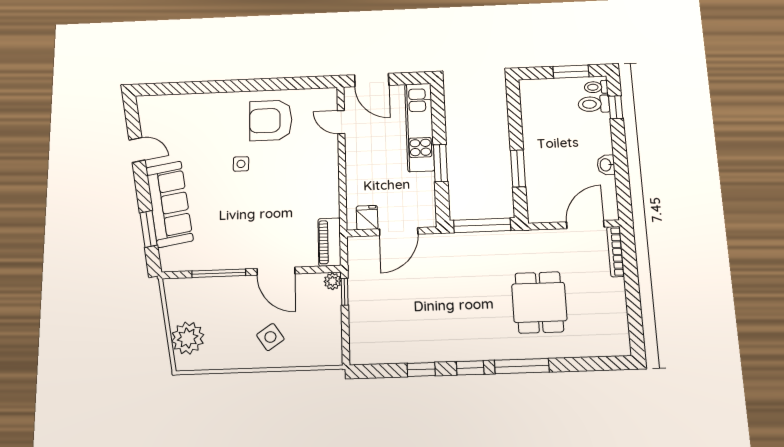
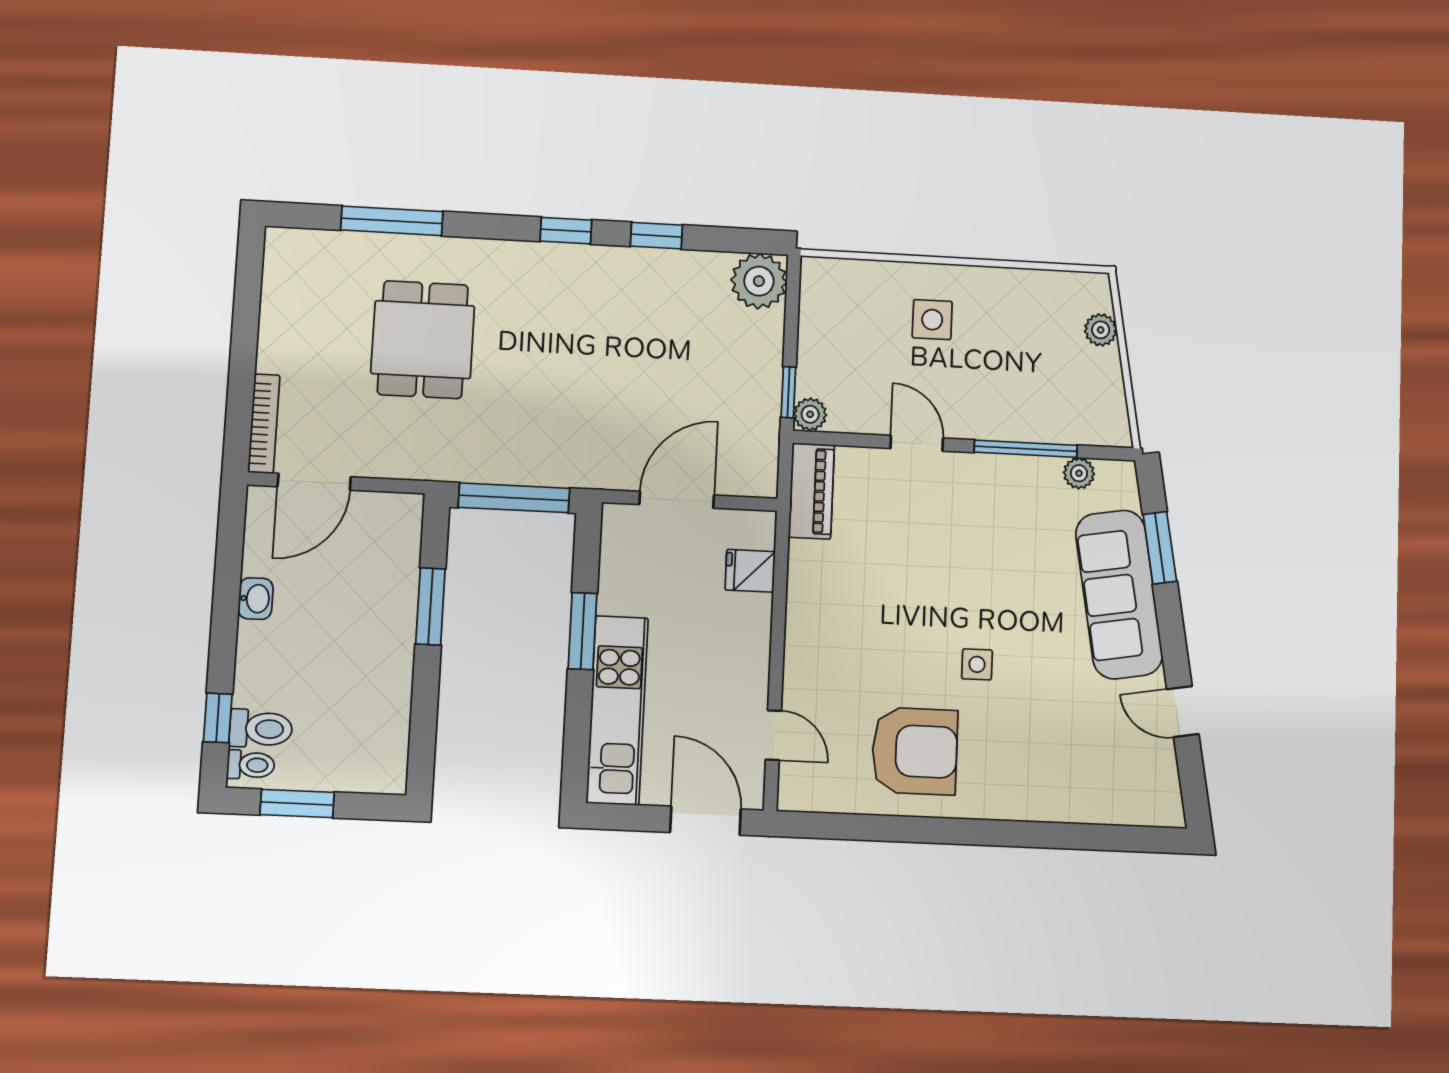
fridge: (367, 218) -> (750, 571), moved, turned 90
plant: (191, 263) -> (1079, 473), added
door: (276, 271) -> (917, 443), width x0.73
side table: (270, 337) -> (932, 320), turned 34
plant: (188, 338) -> (1101, 330), width x0.53, depth x0.53
plant: (364, 350) -> (759, 281), added
window: (522, 366) -> (392, 221), moved

